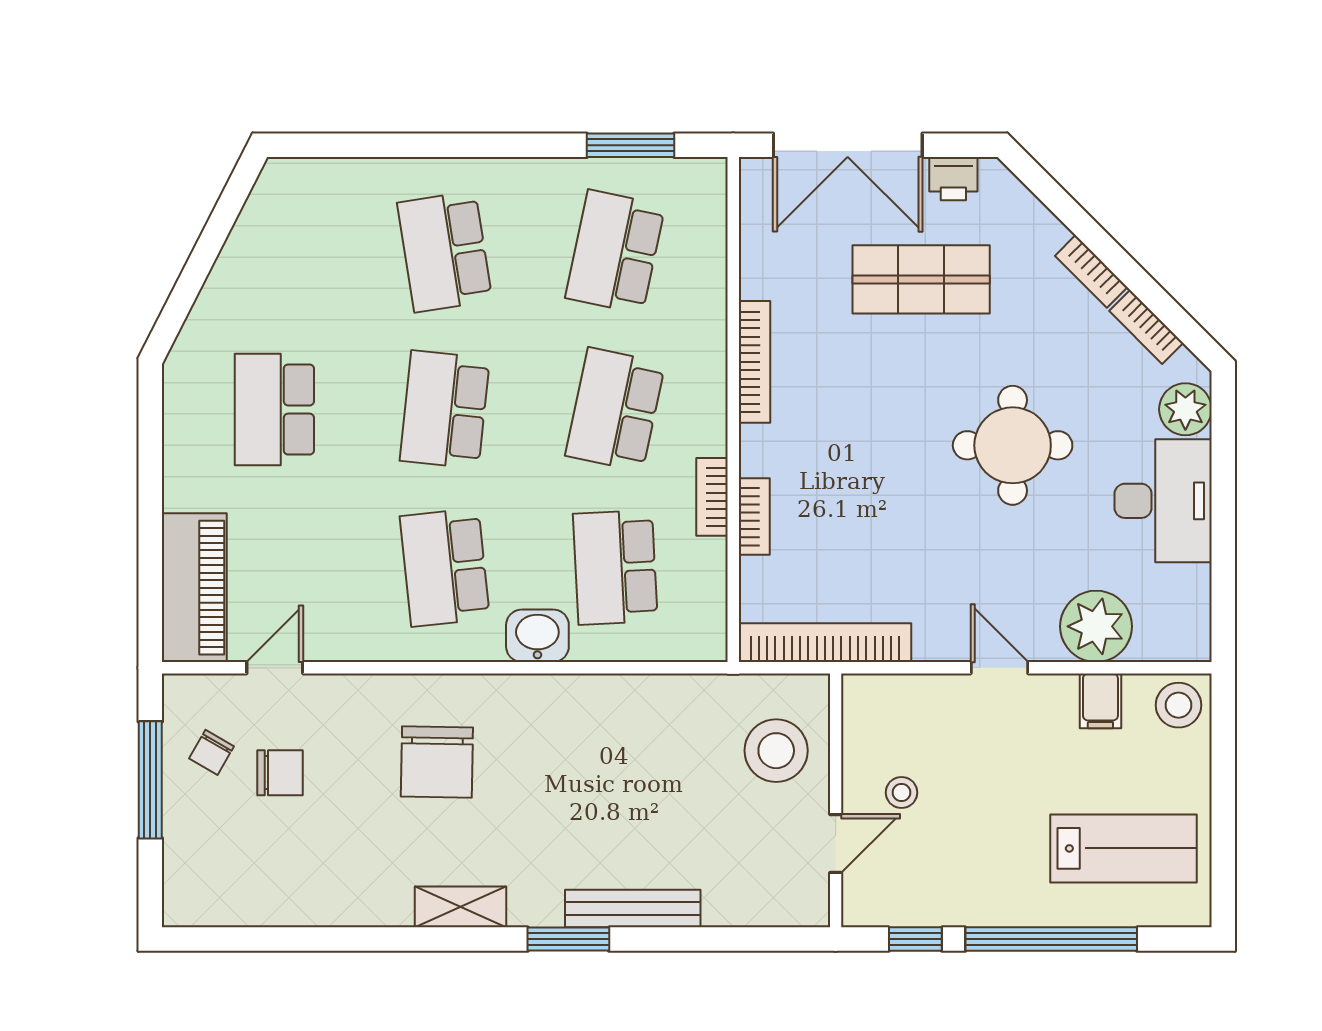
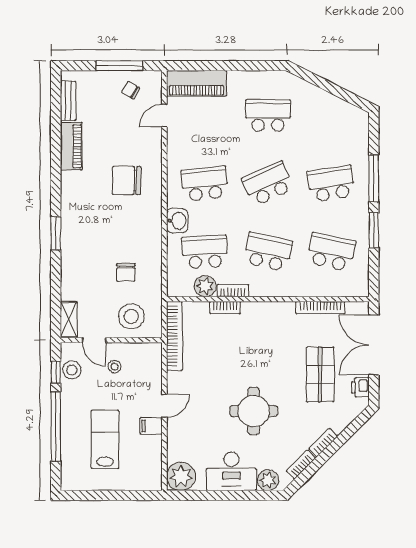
window: (431, 145) -> (374, 178), added
window: (630, 145) -> (374, 230), moved
bookcase: (754, 362) -> (320, 308), moved
school desk: (445, 410) -> (268, 184), turned -30
plant: (701, 566) -> (205, 286), added
plant: (1096, 626) -> (181, 476), moved
door: (275, 668) -> (164, 116), swing flipped
filing cabinet: (1100, 701) -> (151, 426), moved
stool: (1178, 705) -> (72, 370), moved
chair: (280, 773) -> (126, 272), moved
lab bench: (1123, 848) -> (105, 439), moved, turned 180
piano: (351, 901) -> (71, 146), added
shelving: (461, 907) -> (69, 320), moved
bench: (633, 908) -> (68, 101), moved, width x0.73

